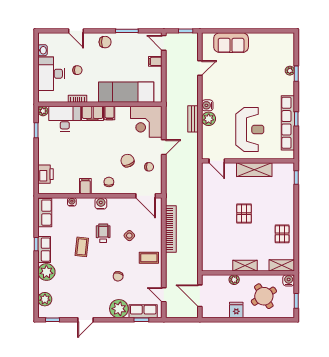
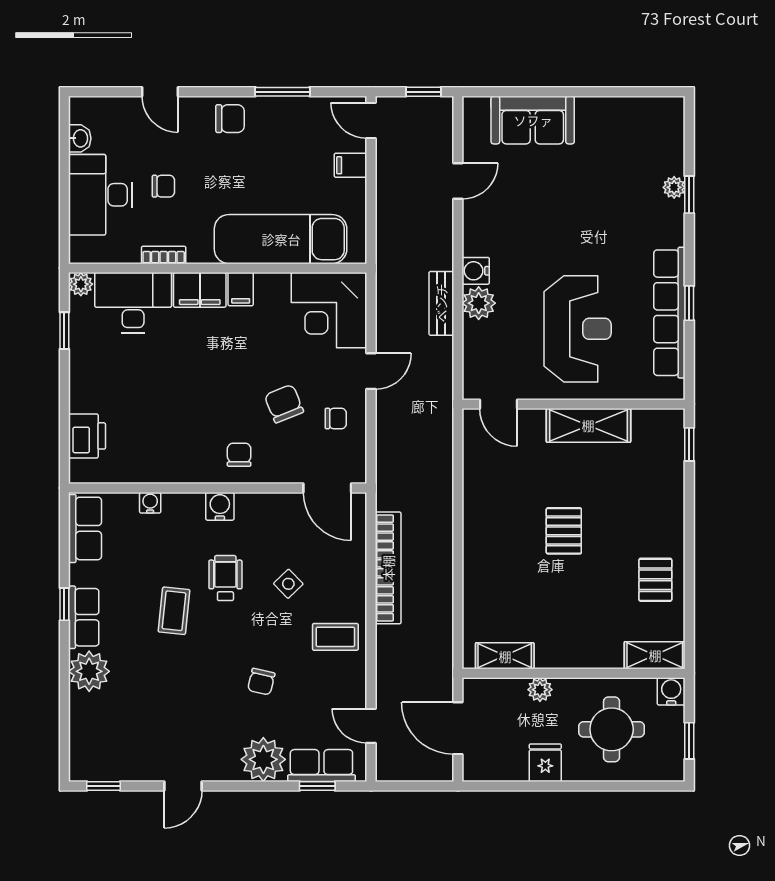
filing cabinet: (85, 186) -> (183, 465), removed
shelving: (245, 266) -> (505, 656), moved
round table: (264, 296) -> (612, 729), turned 32
plant: (45, 299) -> (85, 737), removed

